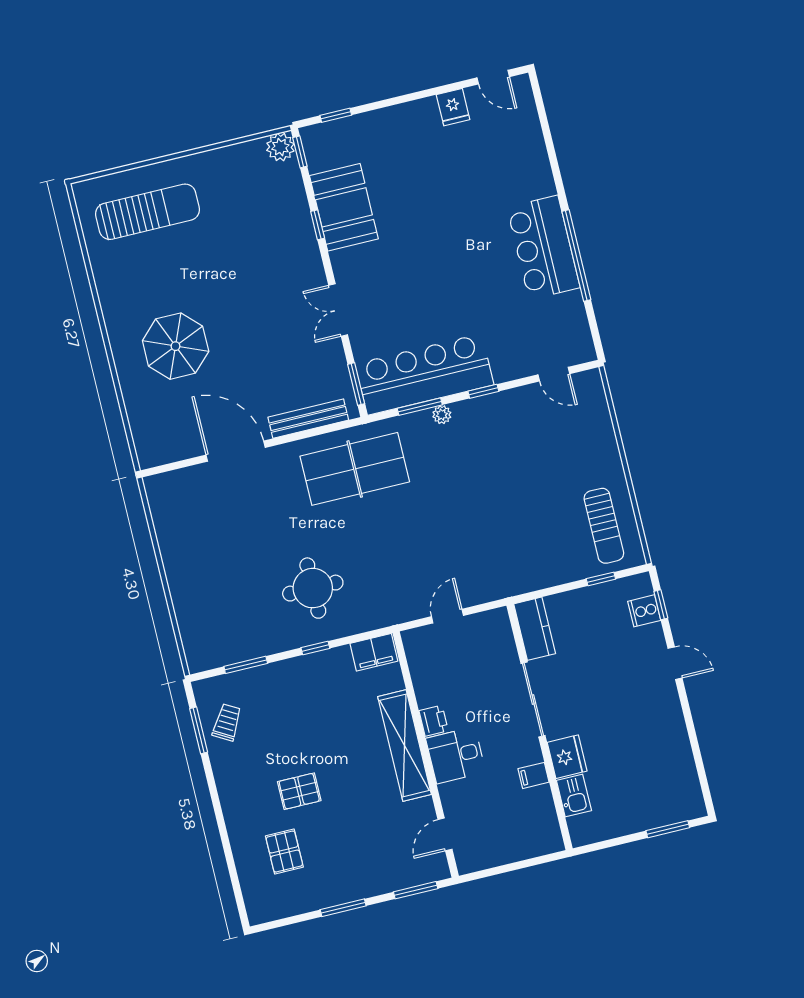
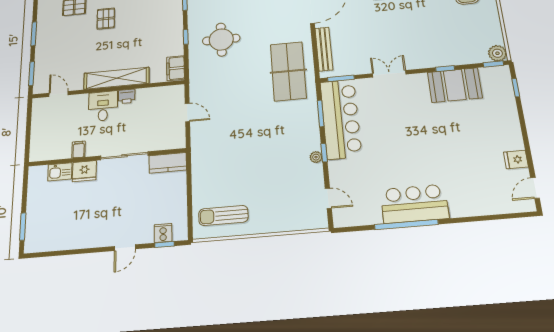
door: (554, 374) -> (328, 198), swing flipped
plant: (442, 415) -> (316, 157), moved
window: (601, 579) -> (190, 208), removed

